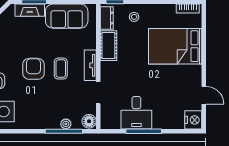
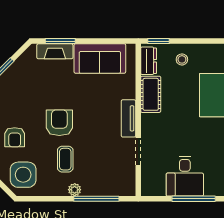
coffee table: (61, 69) -> (65, 159), moved
floor lamp: (89, 121) -> (127, 186), removed
plant: (66, 124) -> (75, 190), moved

